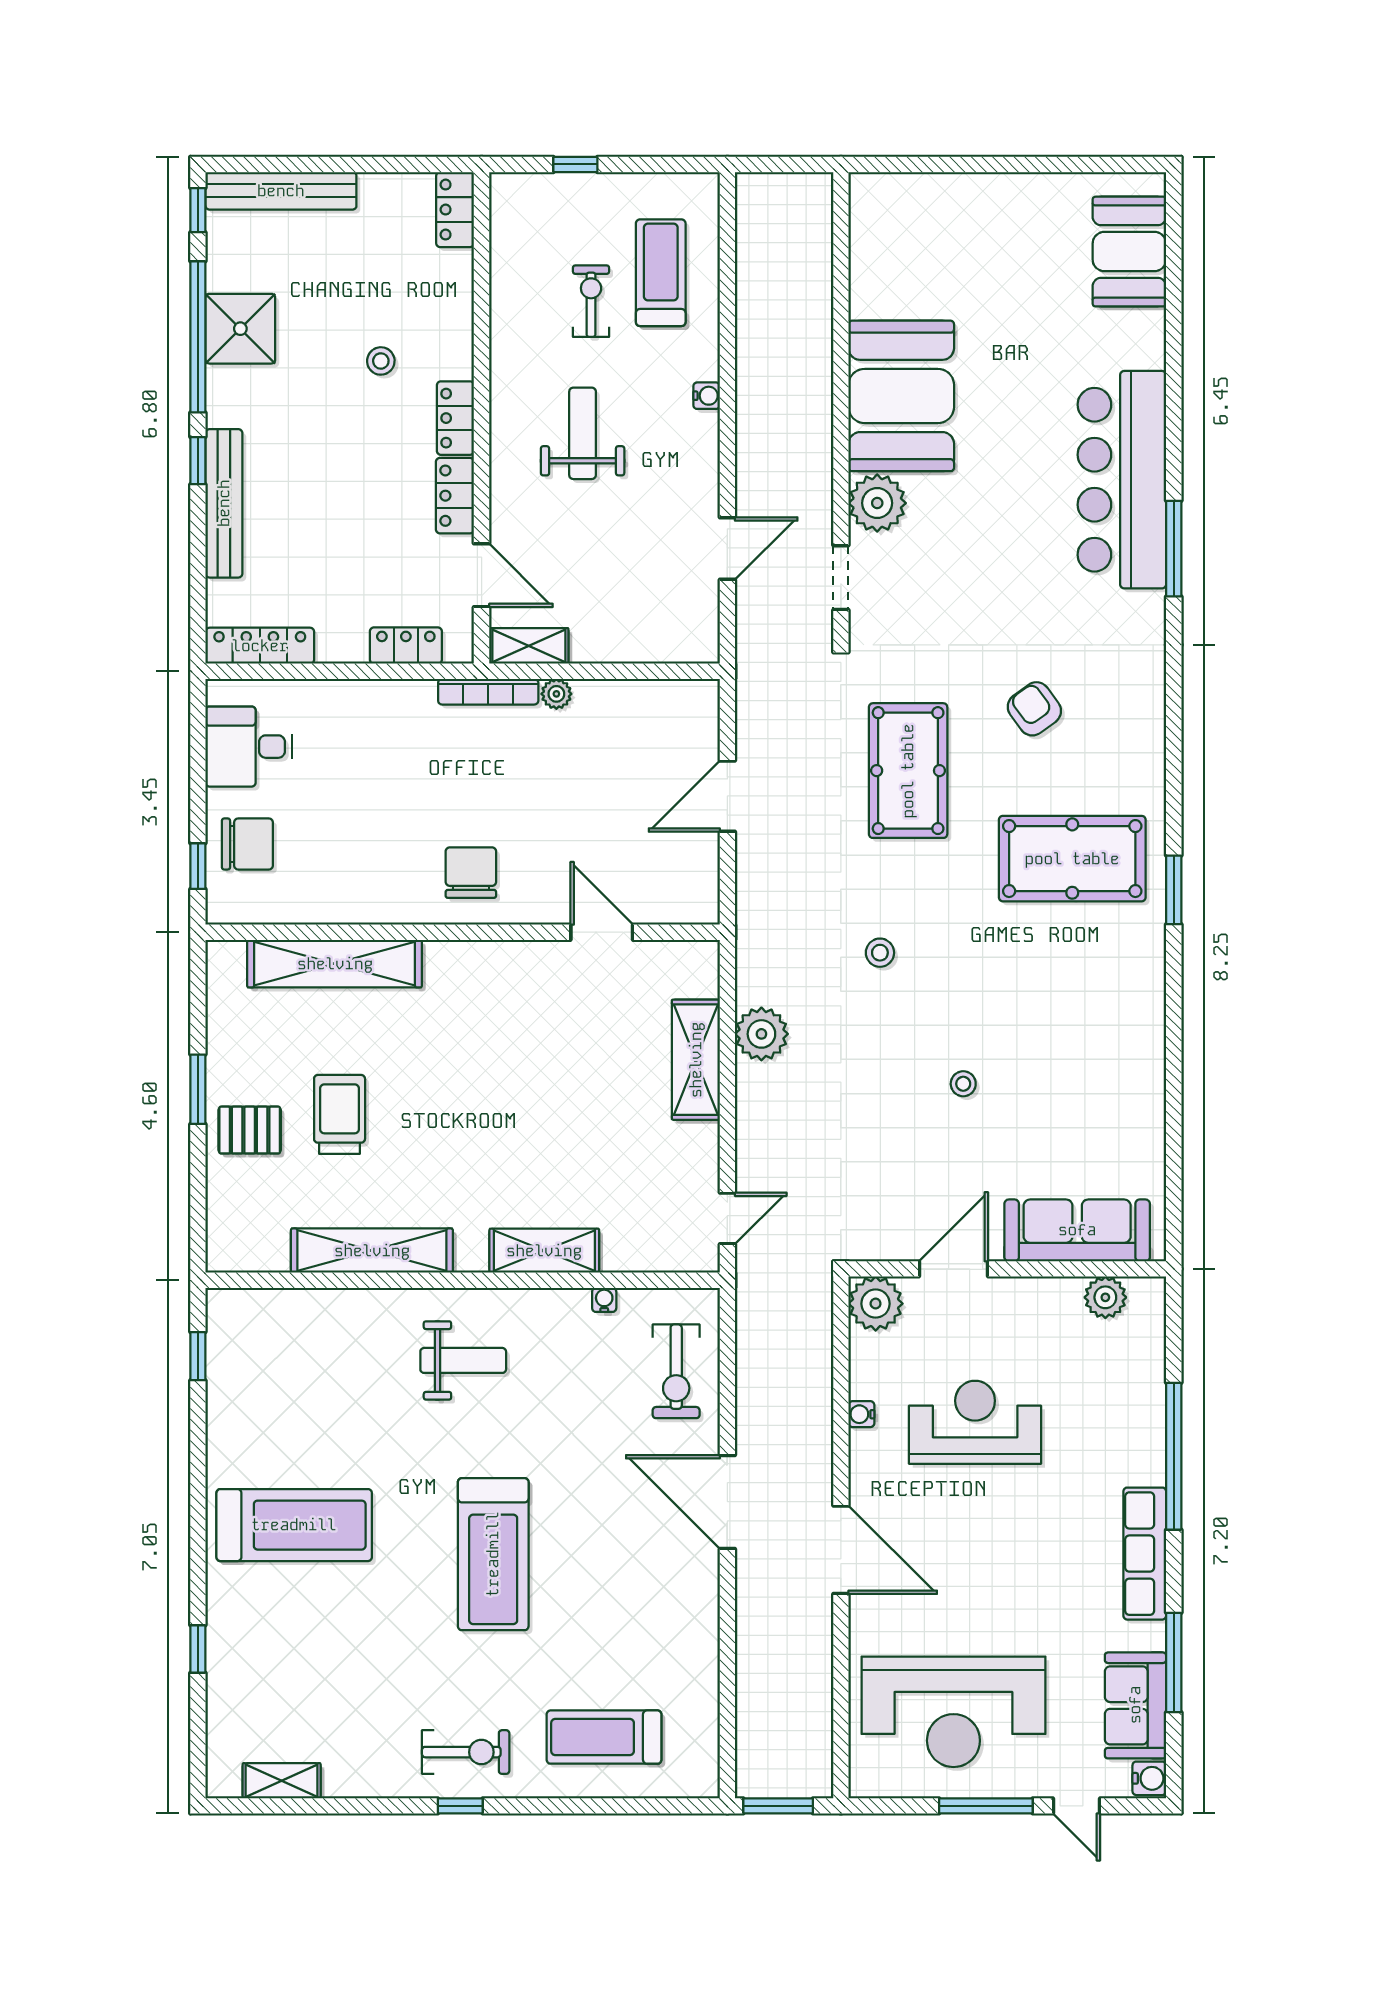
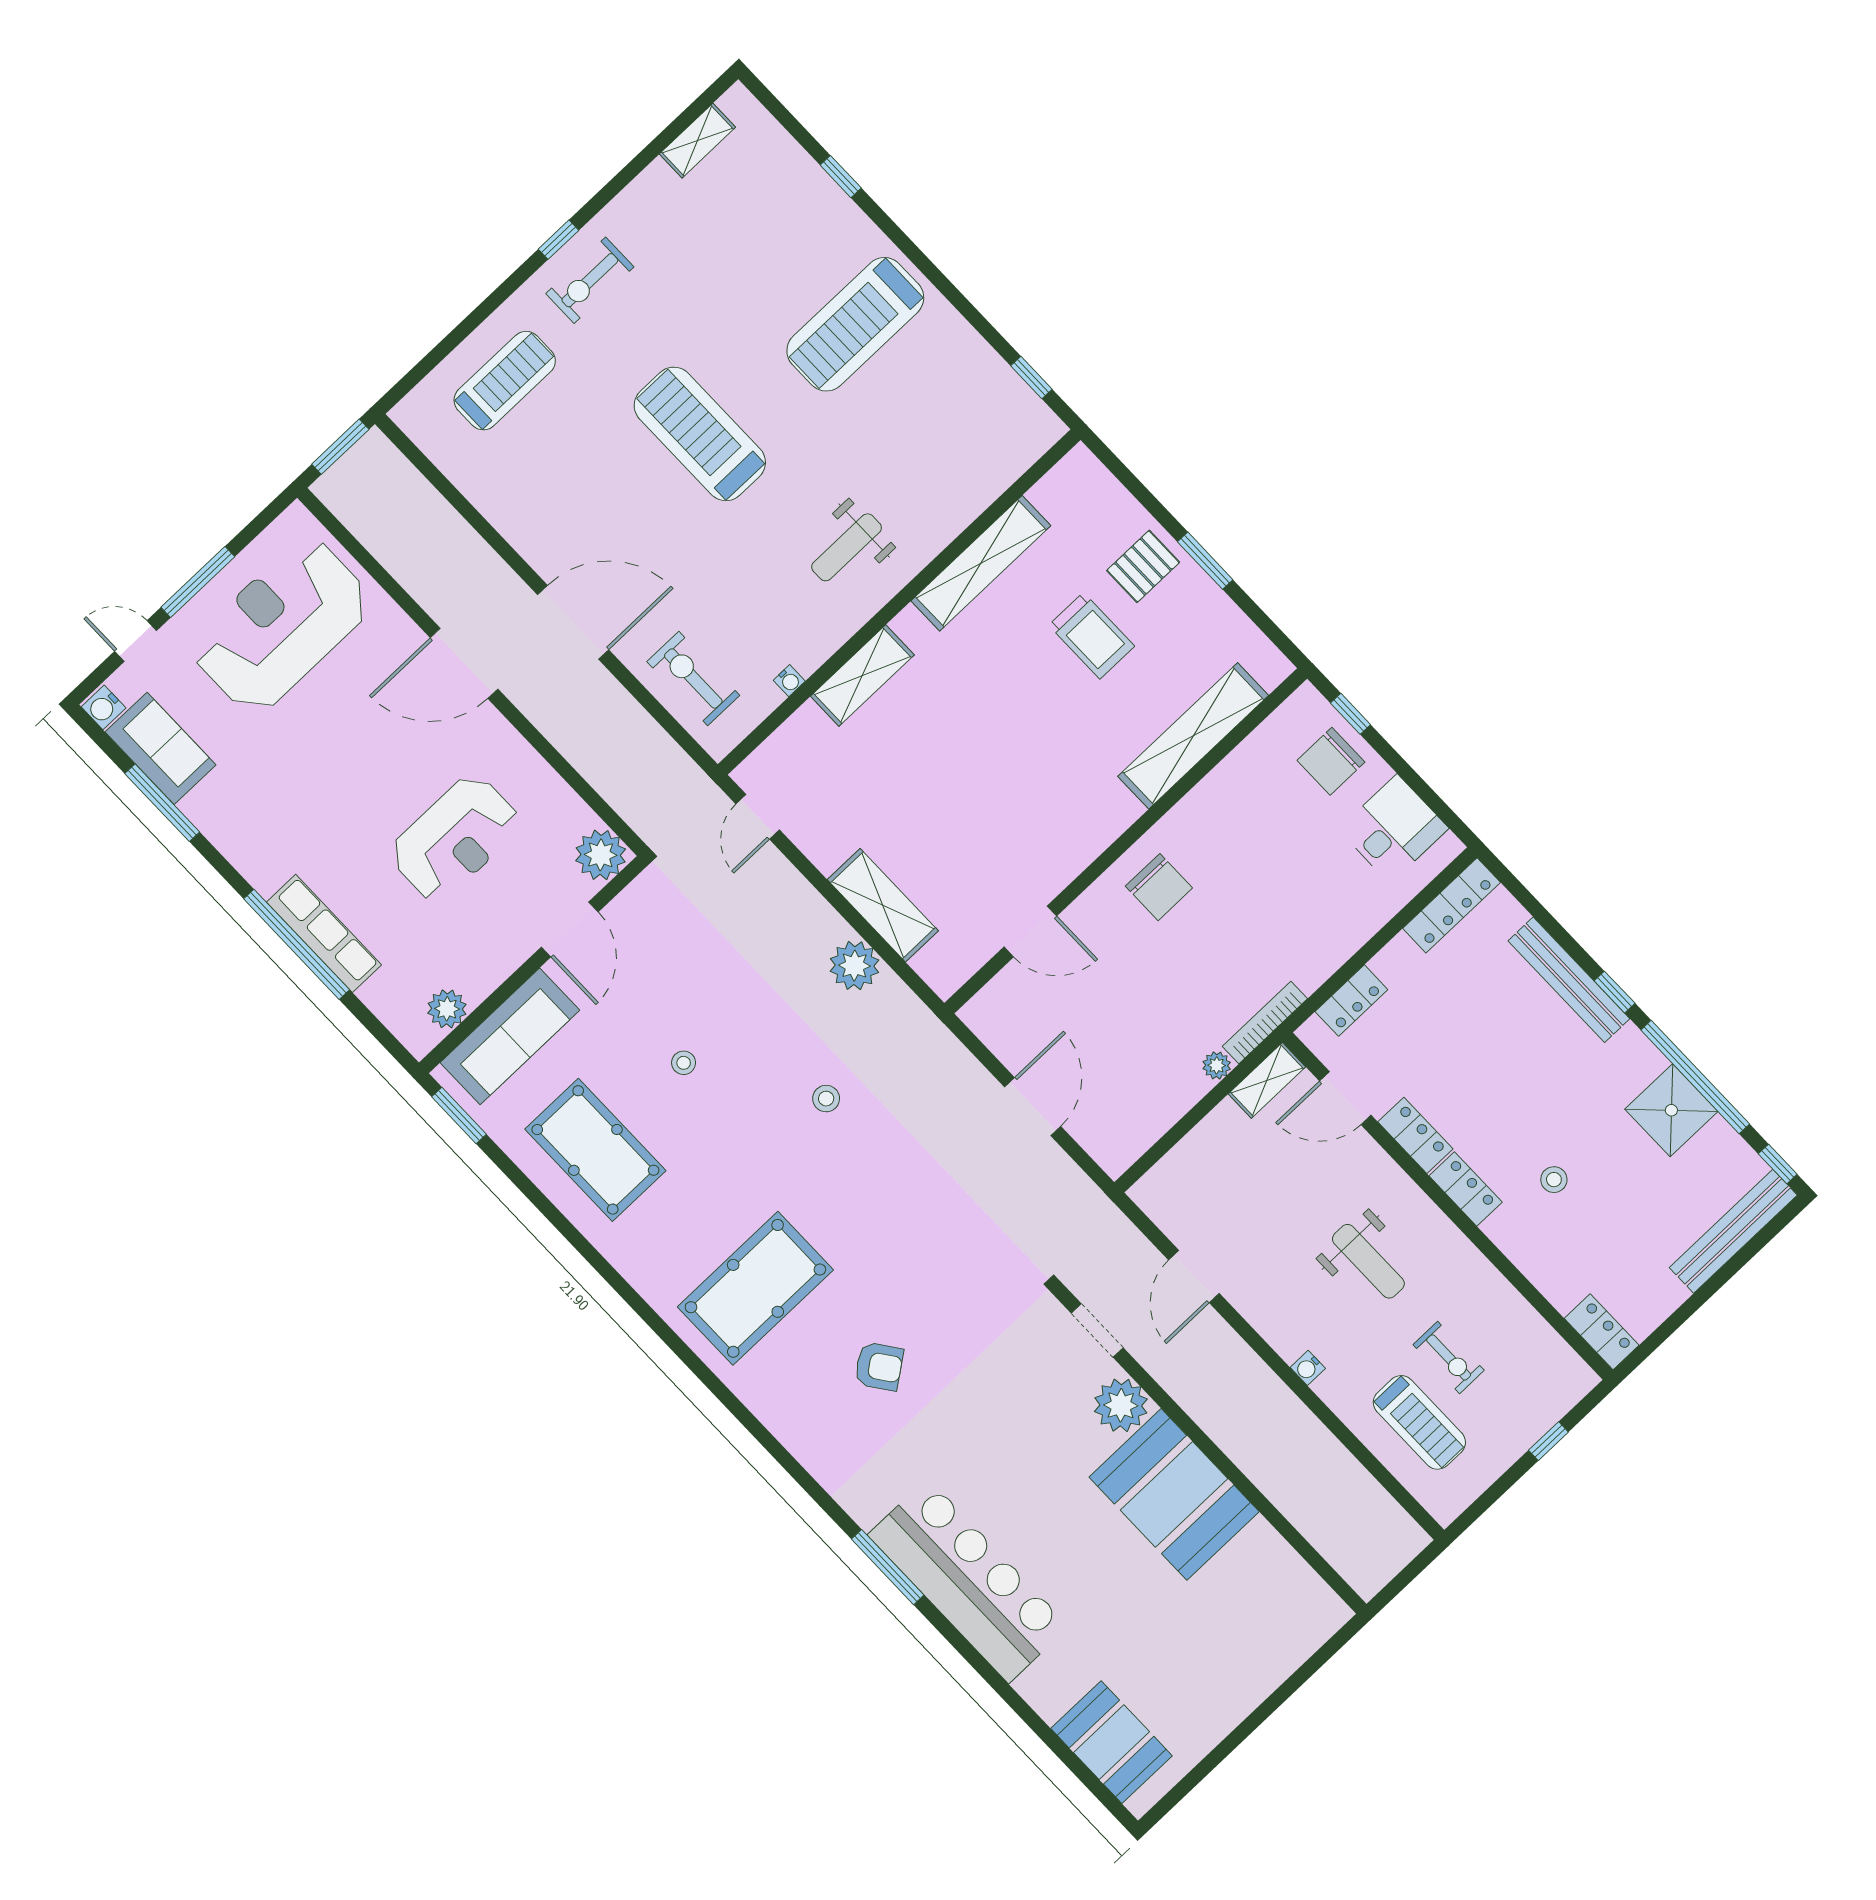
pool table: (908, 771) -> (595, 1150), moved
window: (1174, 890) -> (459, 1115), moved
water cooler: (861, 1414) -> (538, 770), removed
row of seats: (1145, 1554) -> (324, 933), moved

